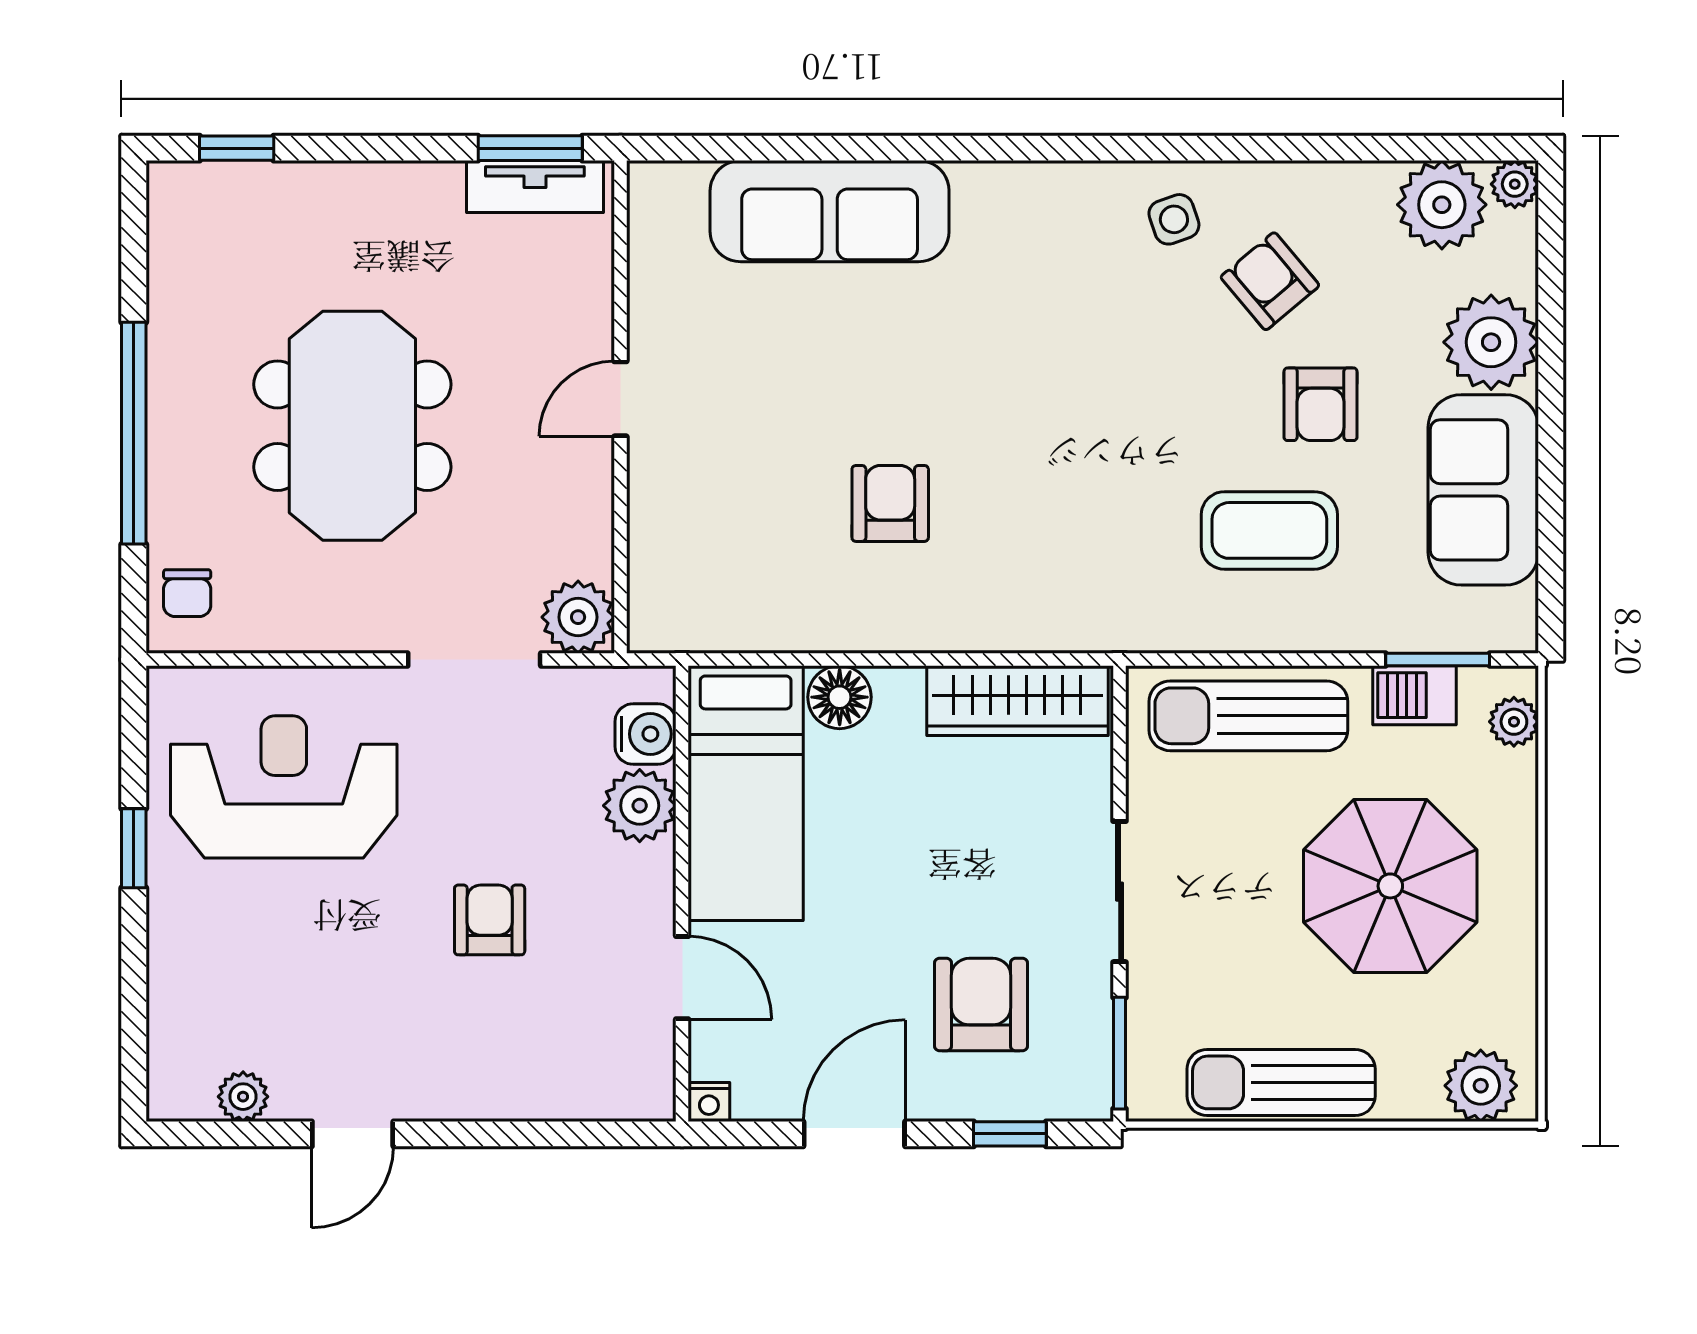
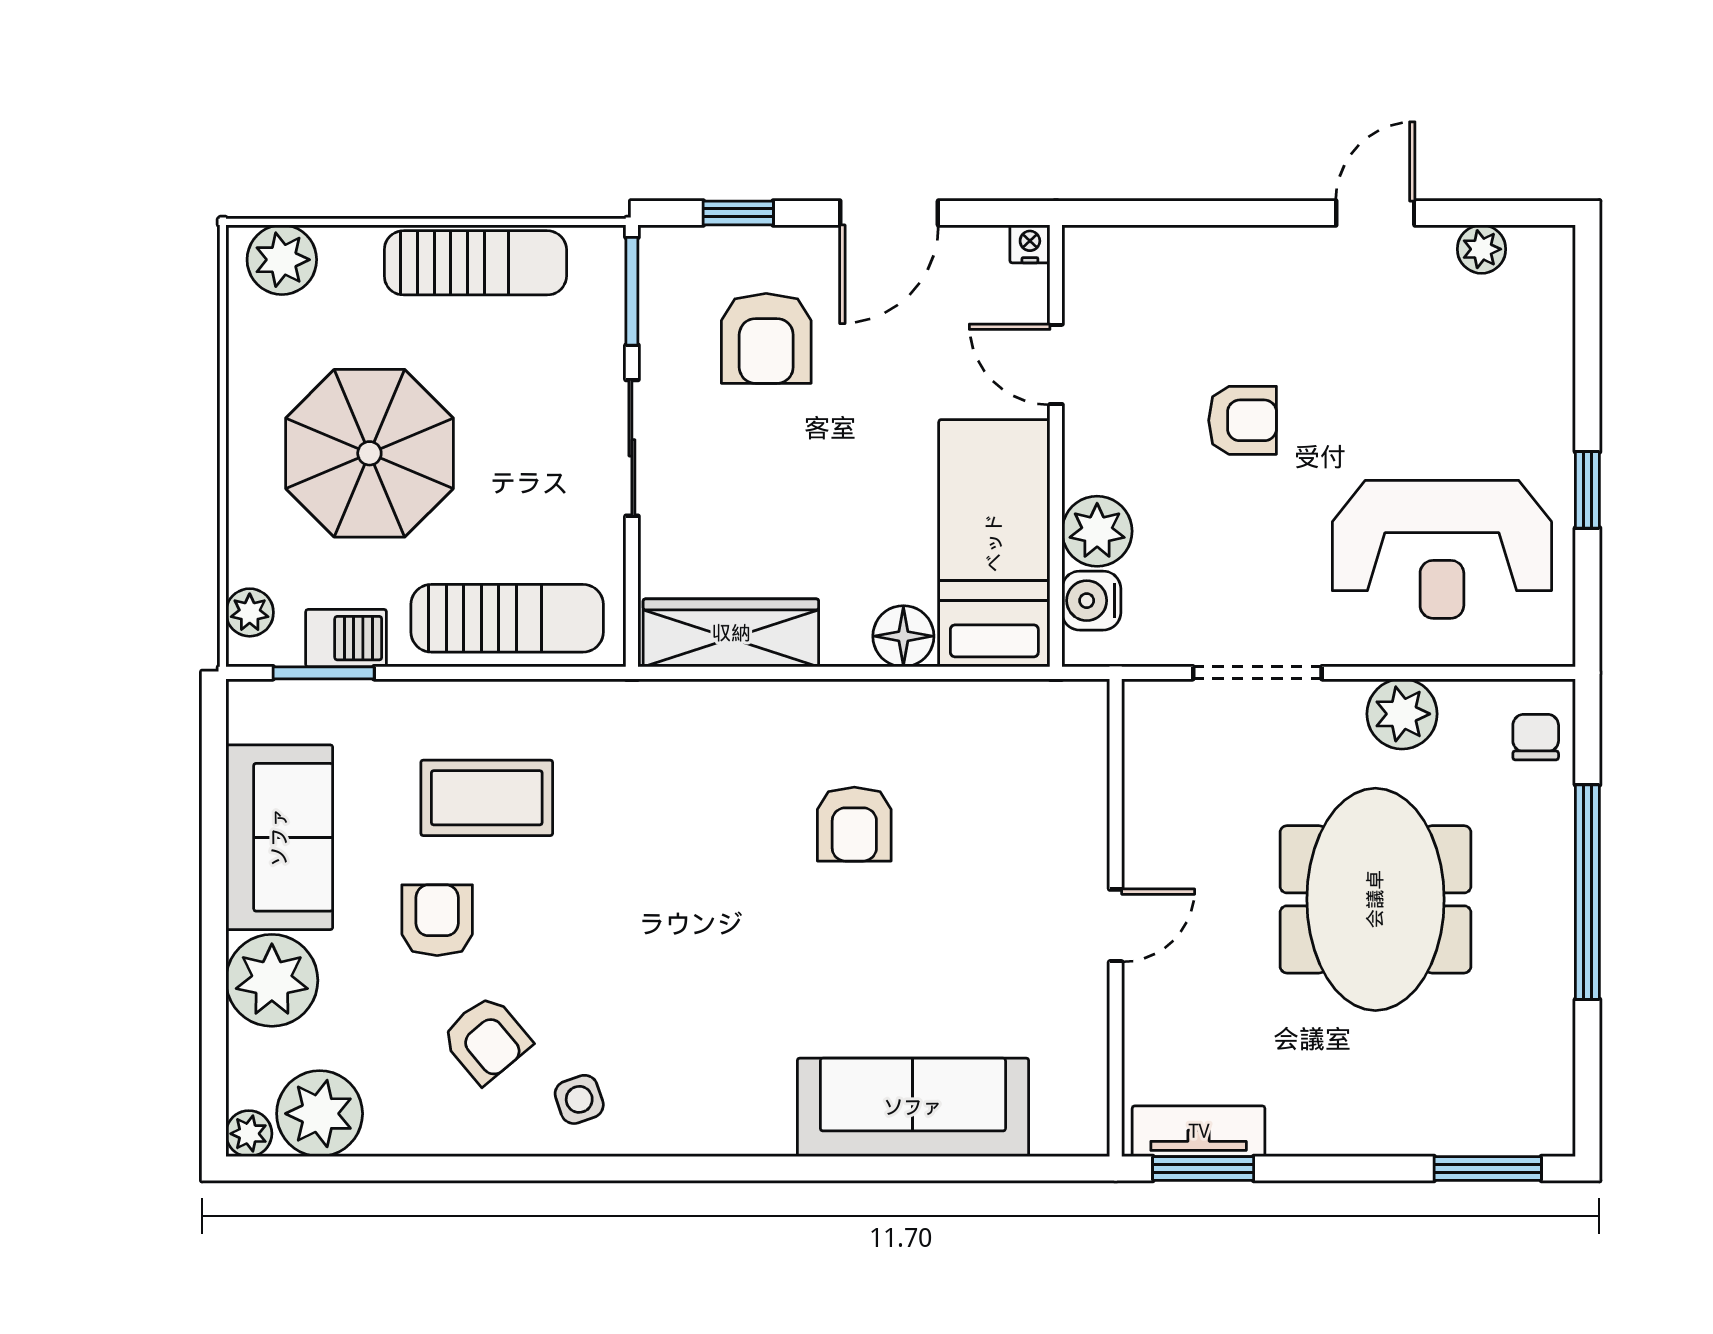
window: (237, 148) -> (1488, 1168), width x1.50
plant: (578, 617) -> (1402, 714), moved
armchair: (490, 920) -> (1242, 420), turned -90

